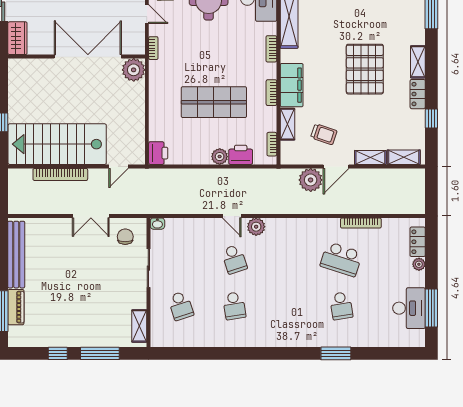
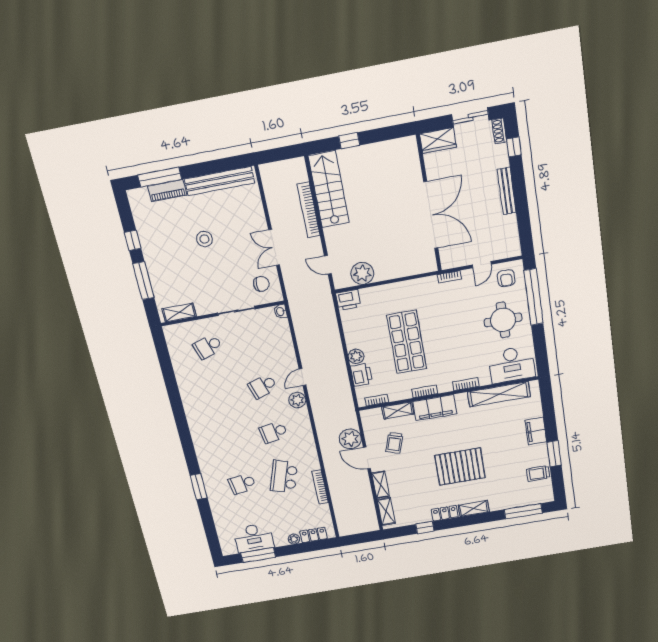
plant: (134, 70) -> (362, 273), moved
stairs: (57, 144) -> (329, 189), width x0.73, depth x0.66
stool: (70, 283) -> (204, 239), added
school desk: (234, 306) -> (273, 432), moved

